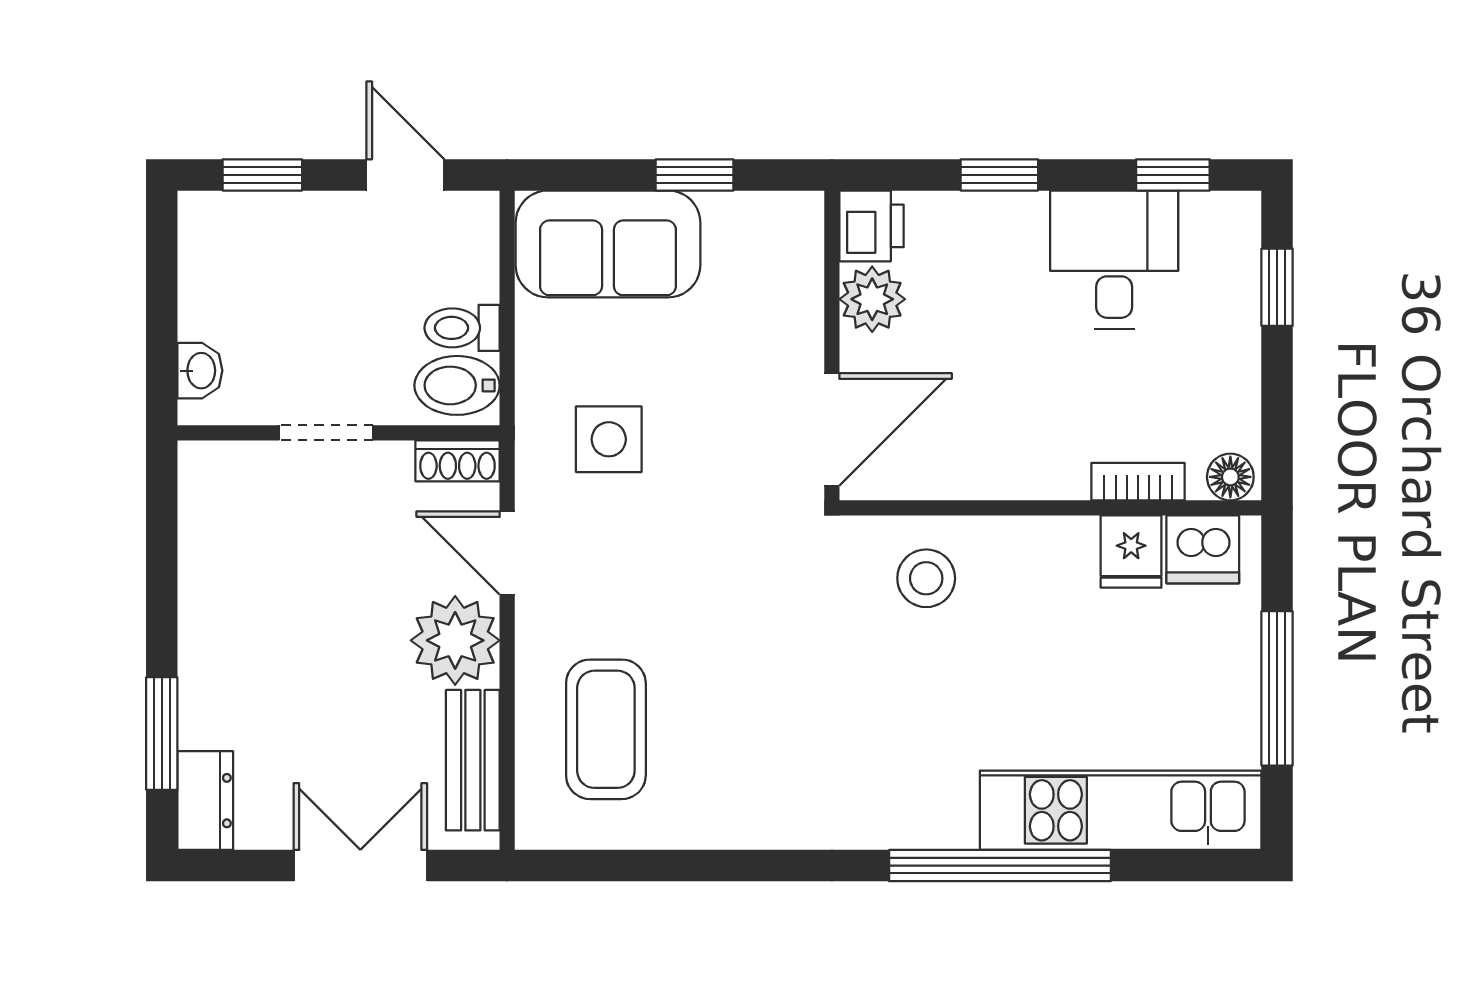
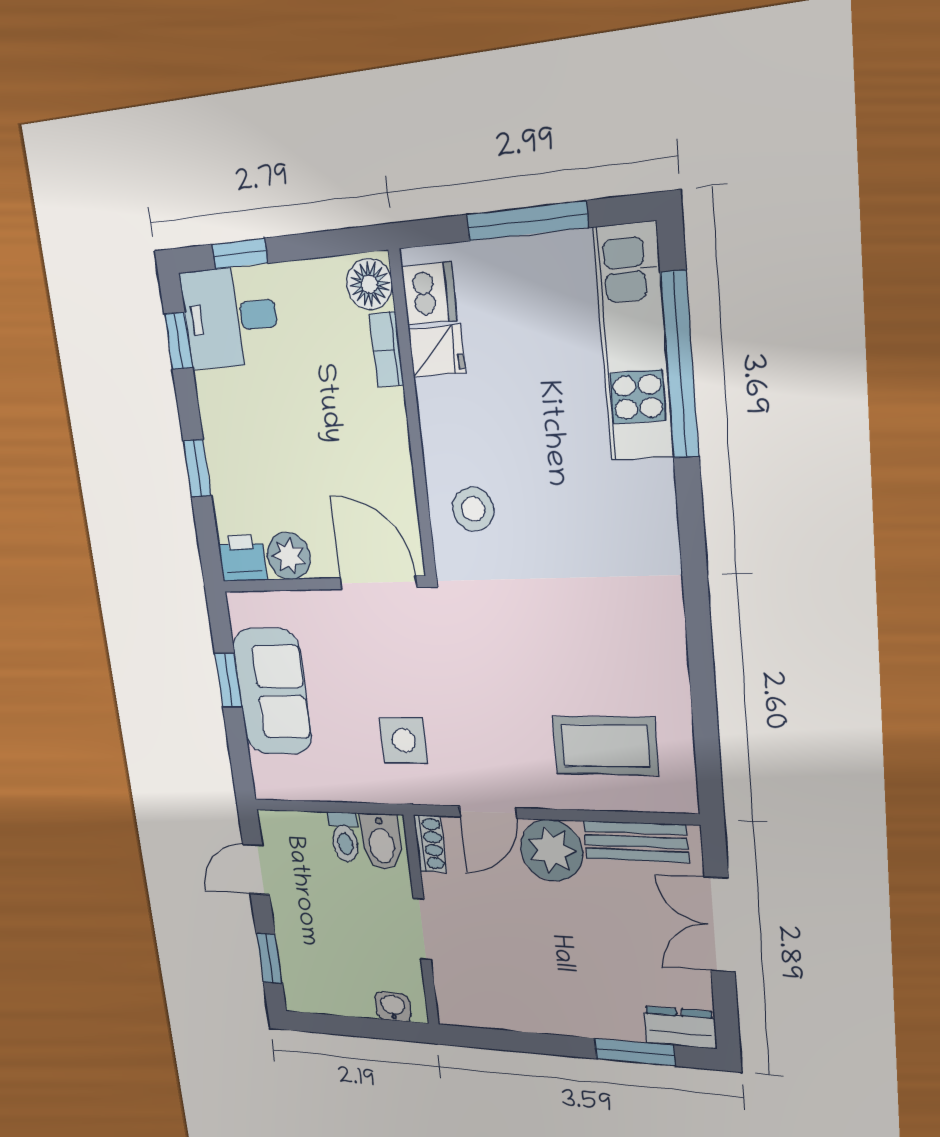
sofa: (608, 244) -> (272, 692), moved
desk: (1114, 260) -> (230, 317), moved
floor lamp: (1230, 477) -> (369, 284), width x1.37, depth x1.37
window: (1000, 866) -> (680, 365), moved

